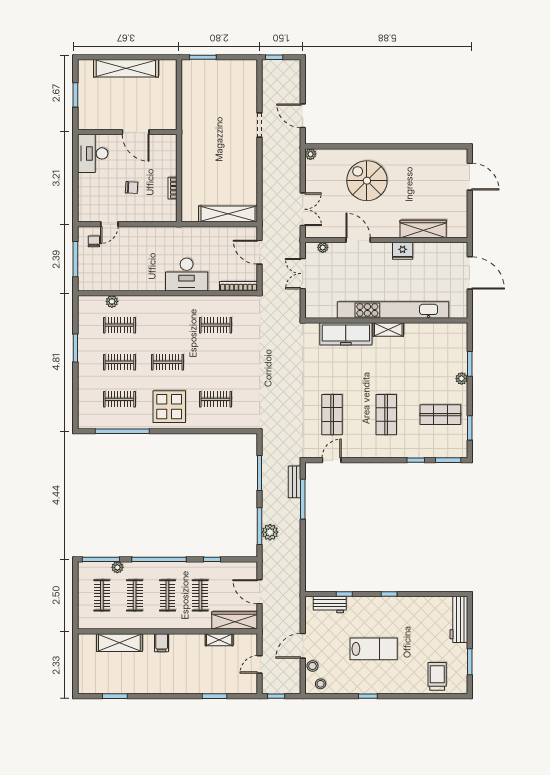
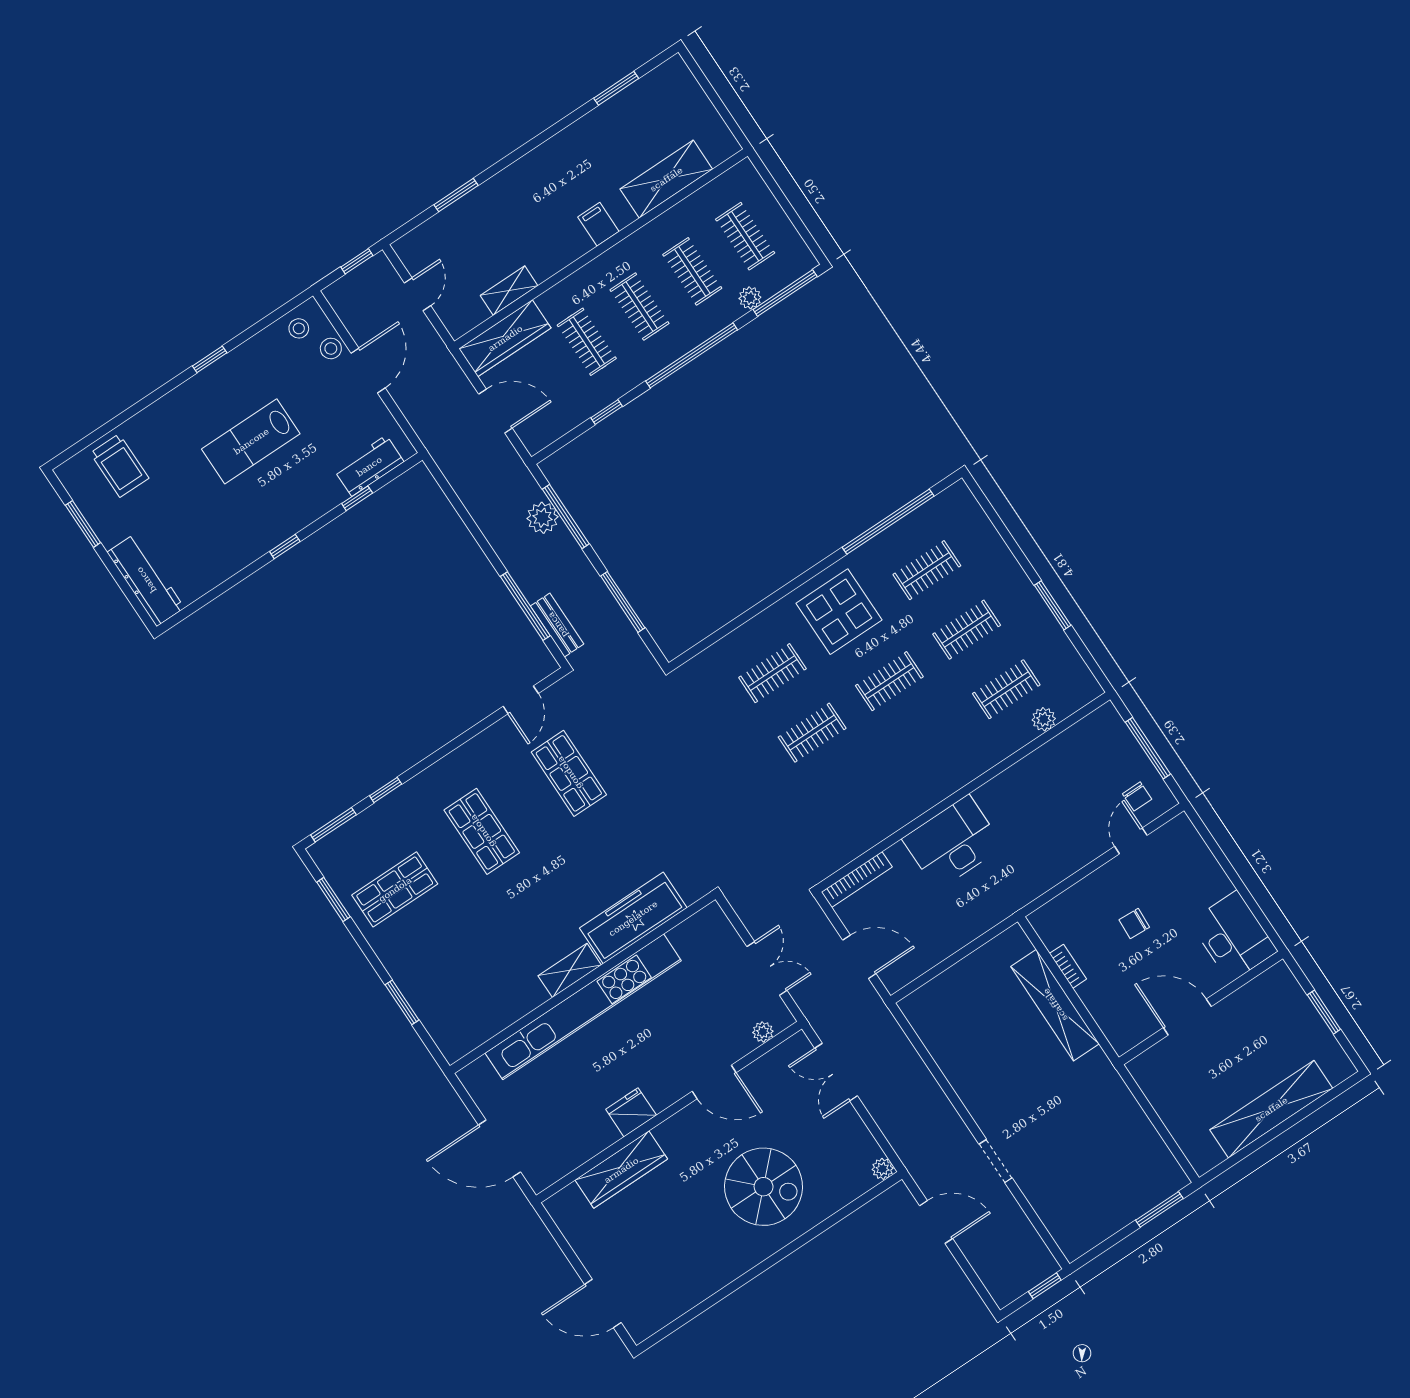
shelving: (228, 214) -> (1055, 1005), moved, turned 90
clothes rail: (216, 325) -> (812, 733), moved
plant: (462, 379) -> (399, 970), removed

